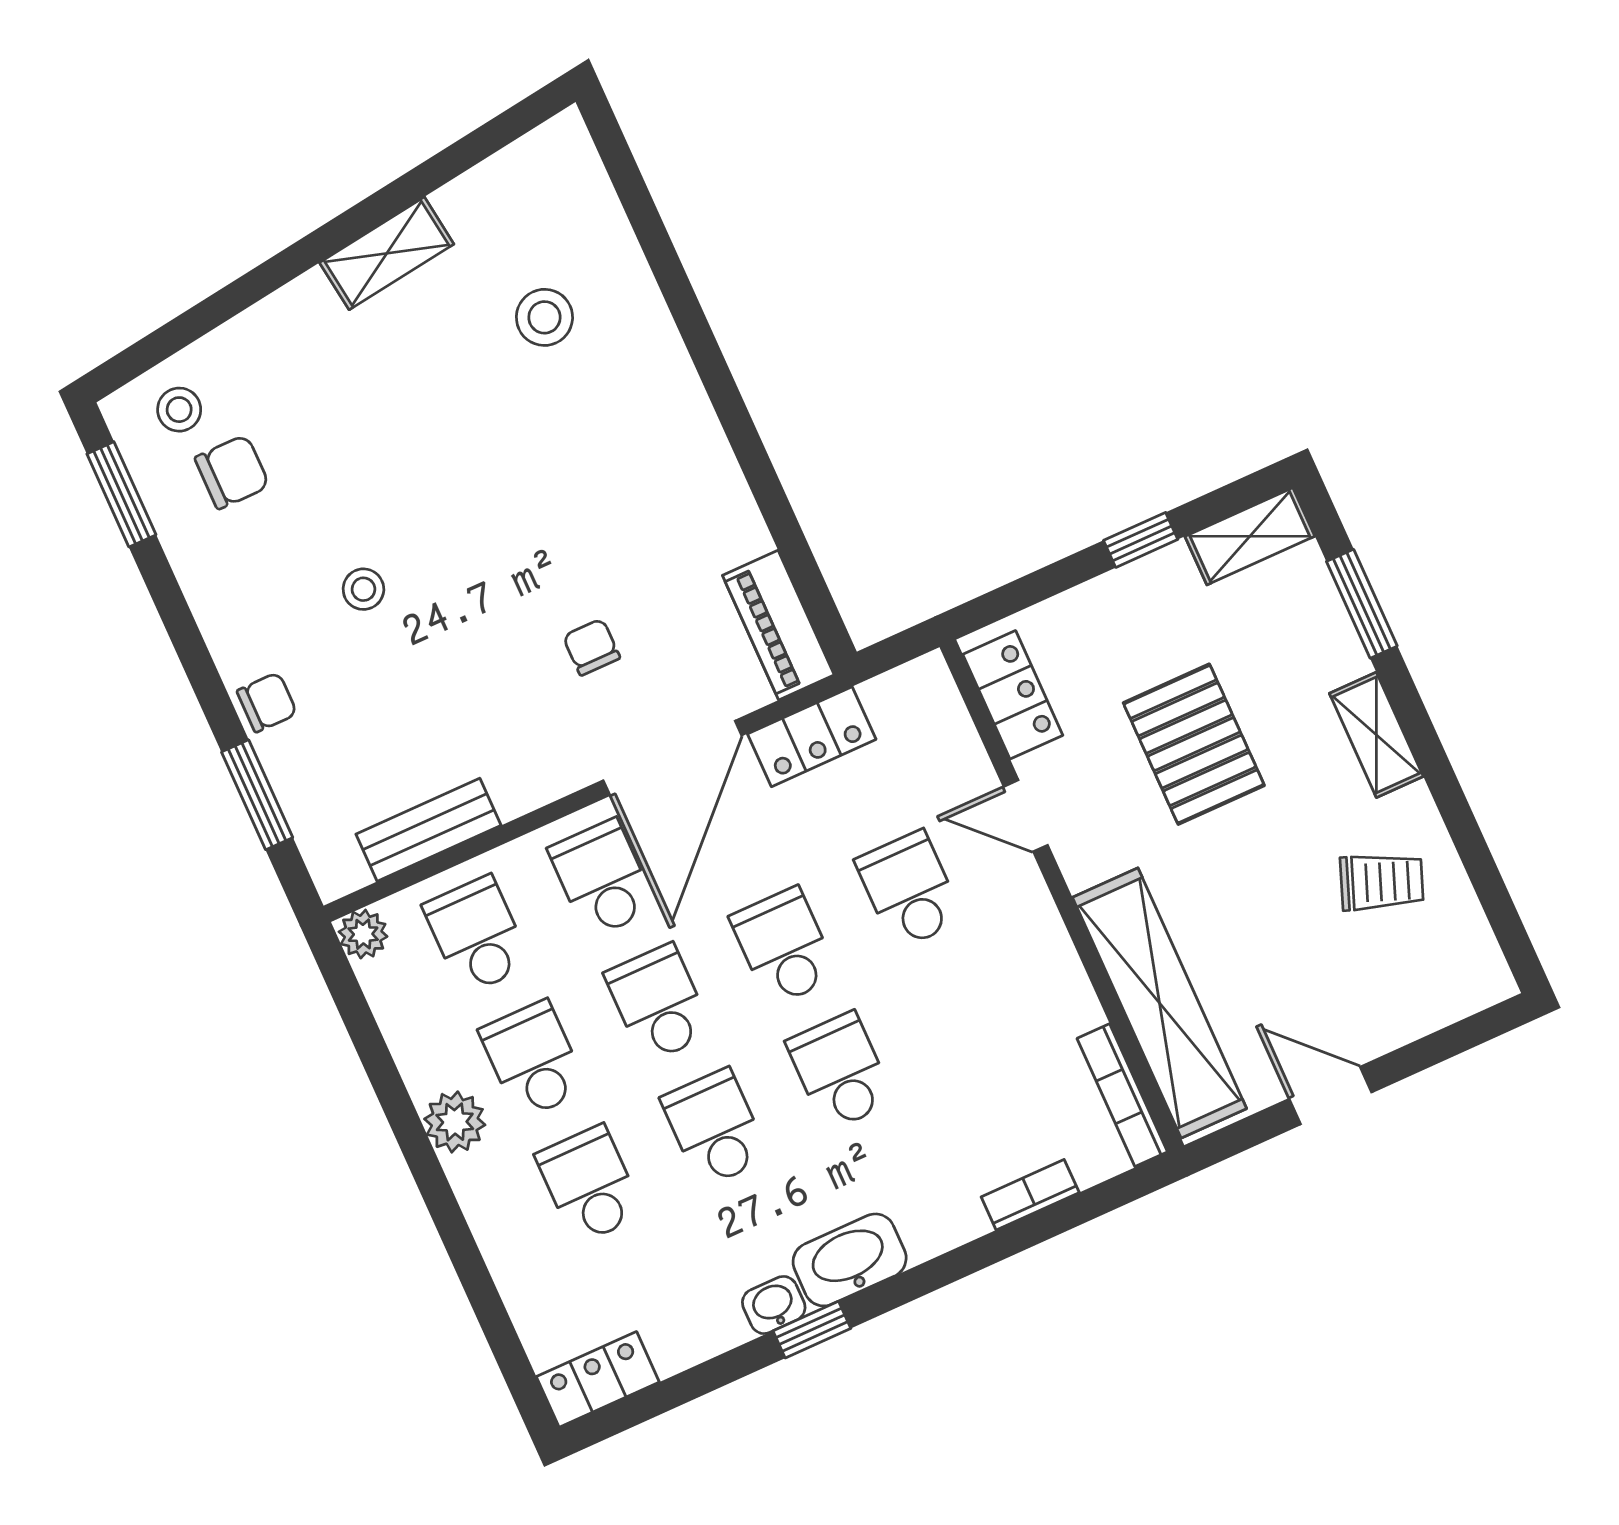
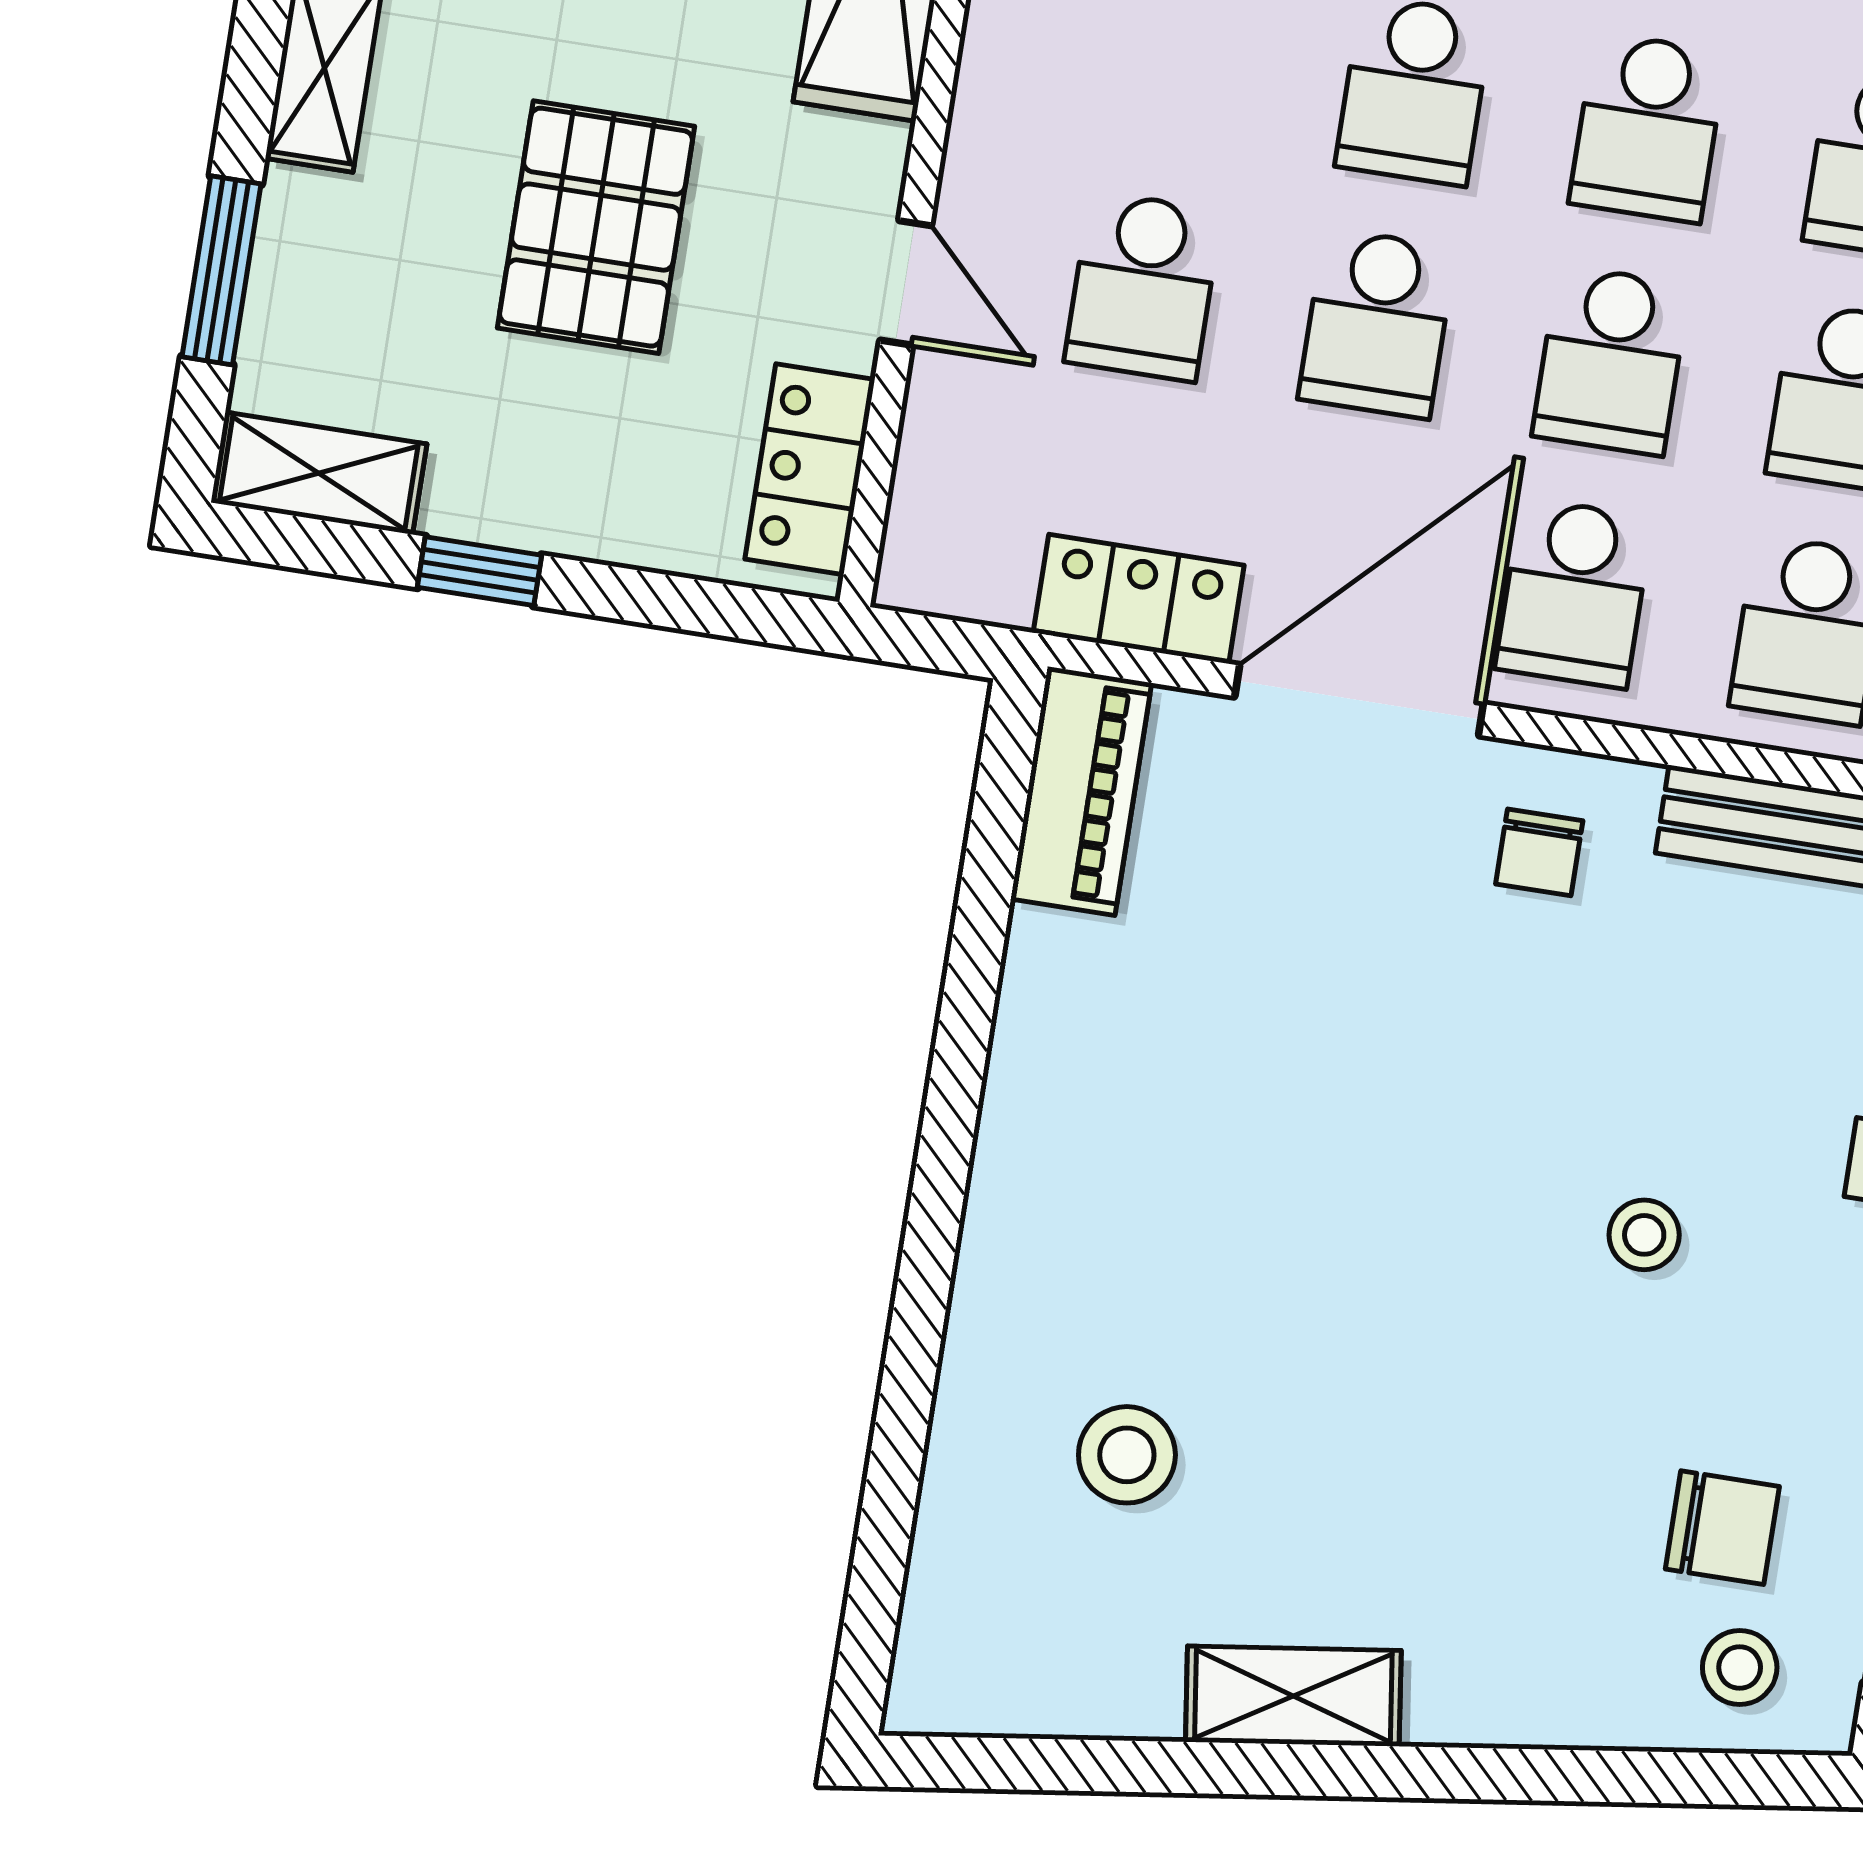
chair: (232, 472) -> (1722, 1528), turned 180
chair: (591, 647) -> (1539, 852), moved

